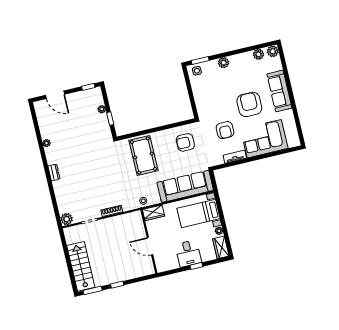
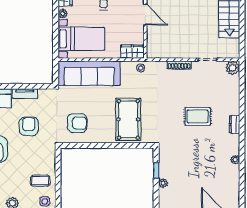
coffee table: (205, 87) -> (40, 181), added
rug: (86, 172) -> (198, 116), added

